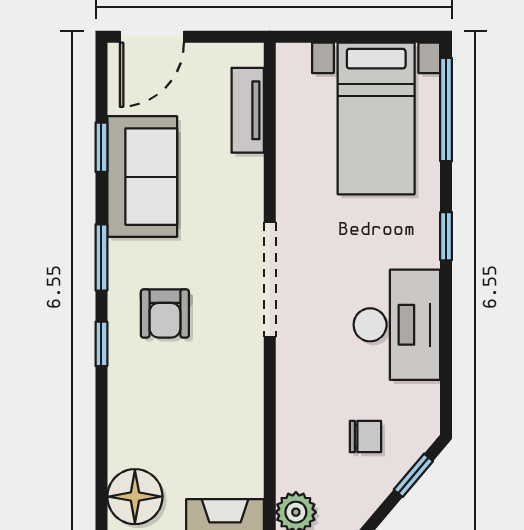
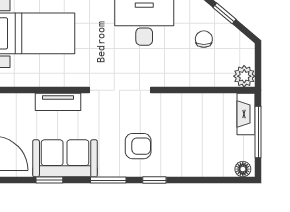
tv unit: (248, 110) -> (58, 102), moved
floor lamp: (135, 497) -> (243, 169), width x0.53, depth x0.53

